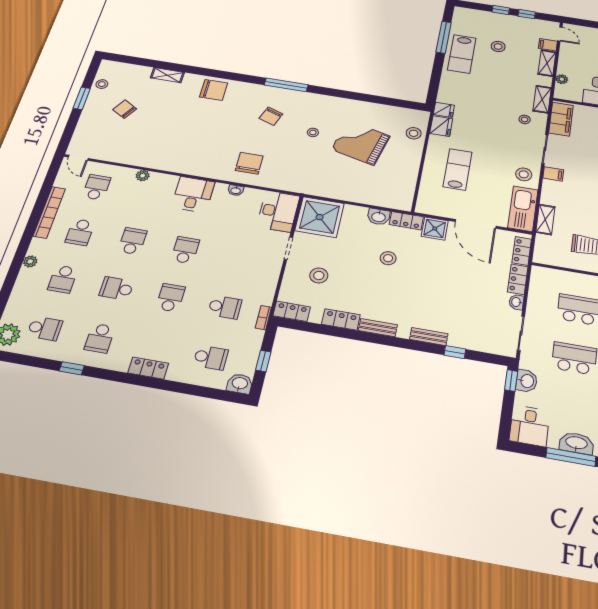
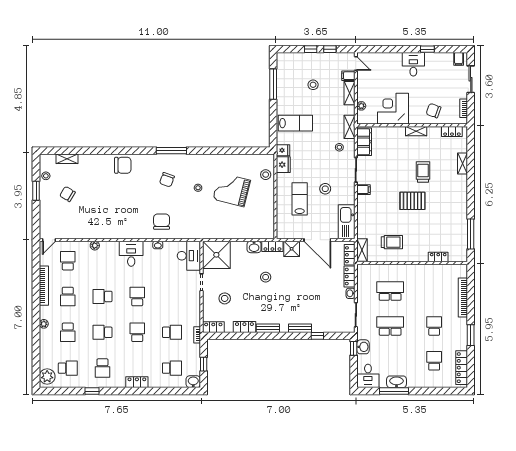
lab bench: (462, 54) -> (295, 123), moved, turned -90
shelving: (167, 75) -> (67, 159), moved
door: (78, 158) -> (49, 240), hinge flipped
stool: (524, 174) -> (325, 189), moved
shelving: (545, 219) -> (362, 250), moved
school desk: (132, 241) -> (102, 296), turned -90

